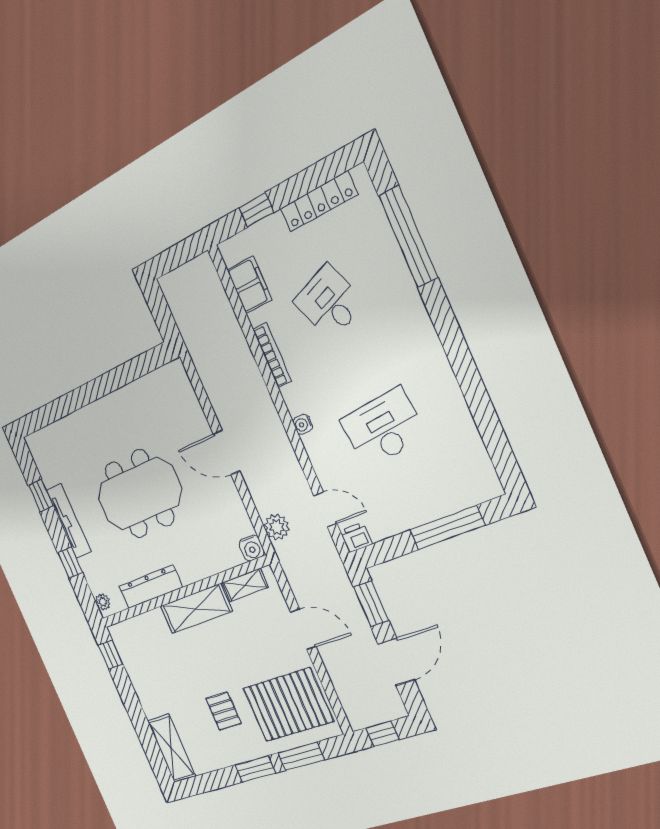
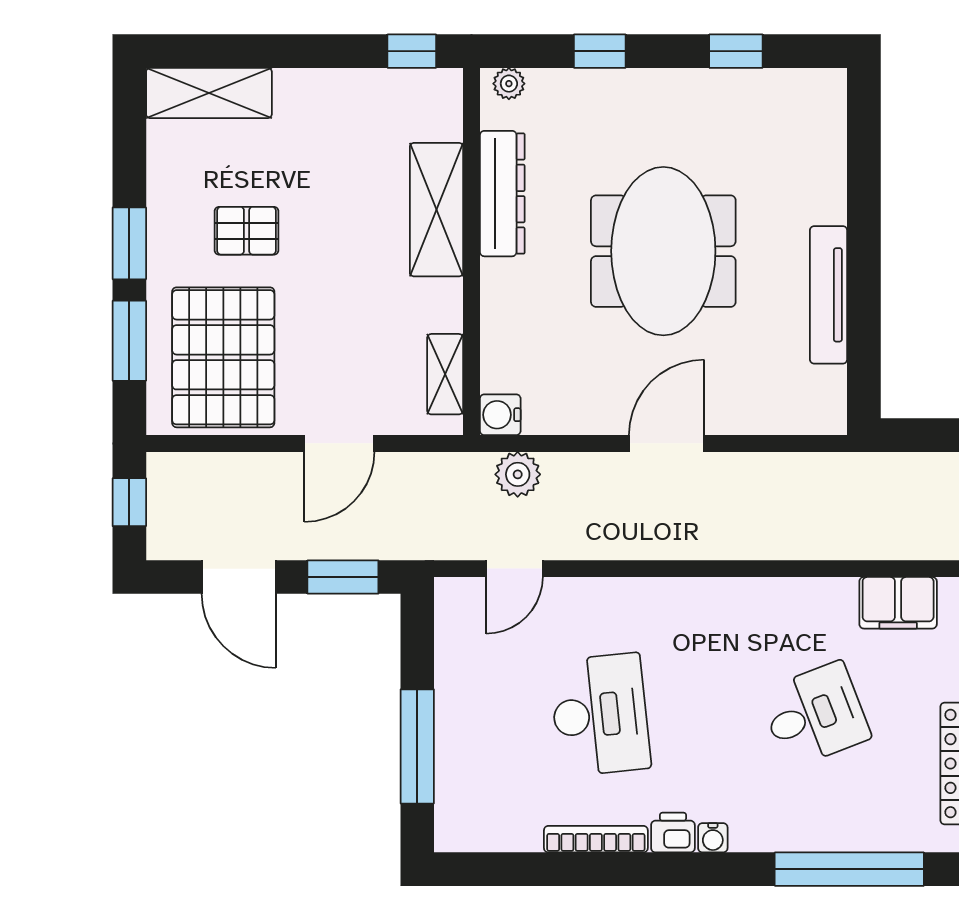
bookcase: (272, 355) -> (596, 839), moved, turned 180
water cooler: (303, 424) -> (713, 838), moved, turned 180
tv unit: (69, 521) -> (829, 295), moved, turned 90
printer: (356, 537) -> (673, 833), moved, turned -90
shelving: (196, 609) -> (436, 210), moved

